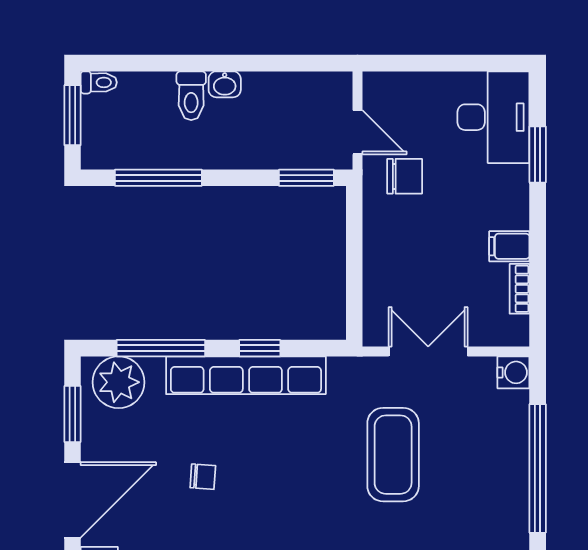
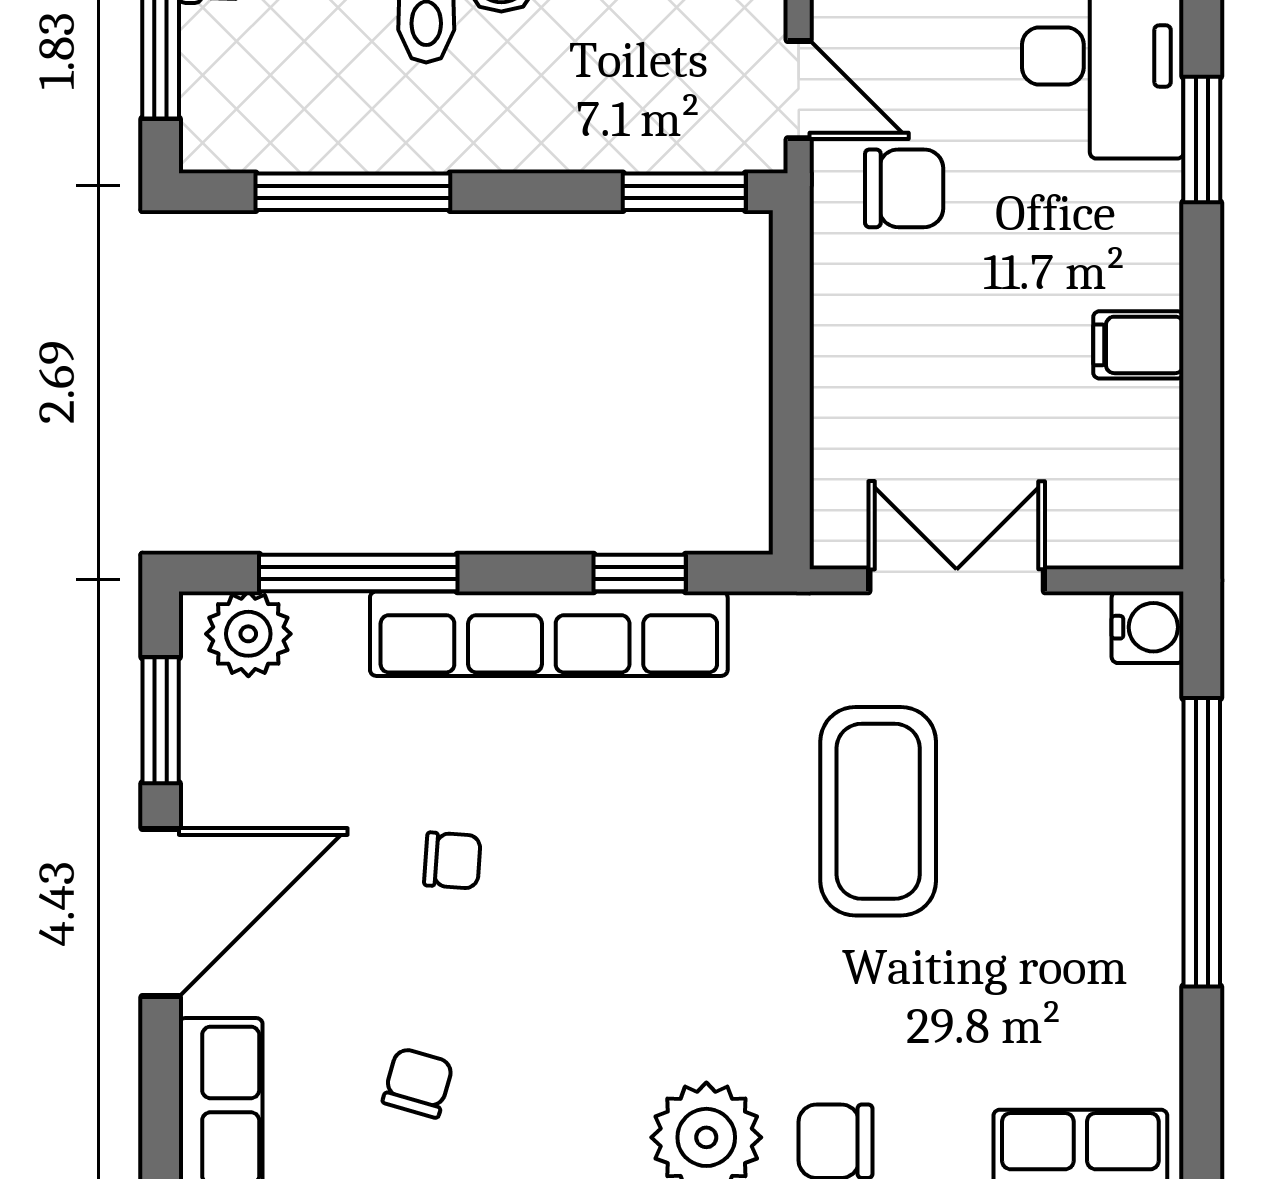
bookcase: (520, 289) -> (1161, 440), removed
window: (260, 348) -> (640, 573), moved
plant: (119, 382) -> (248, 634), width x0.73, depth x0.73

